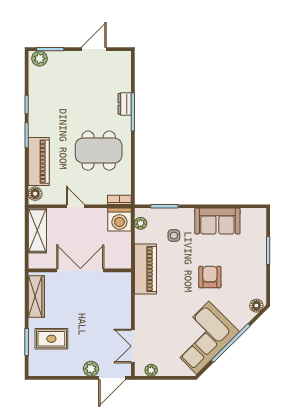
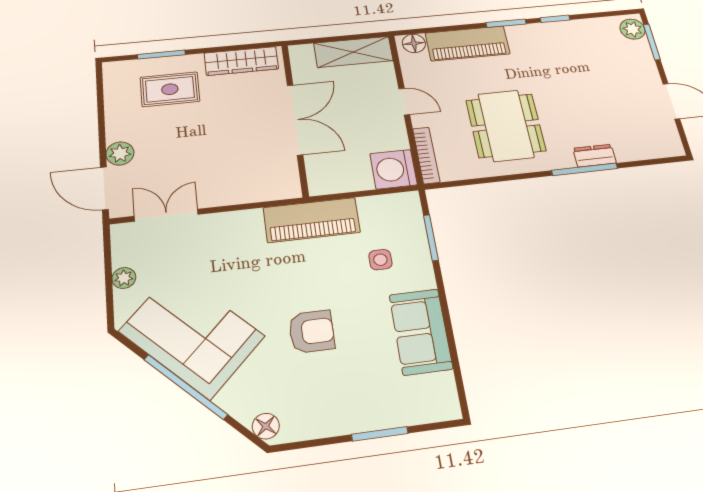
bookcase: (119, 200) -> (426, 155), width x1.56
door: (76, 206) -> (404, 102), hinge flipped
plant: (141, 223) -> (393, 203), removed
rug: (51, 339) -> (170, 89), turned 90
plant: (151, 370) -> (124, 278), moved

